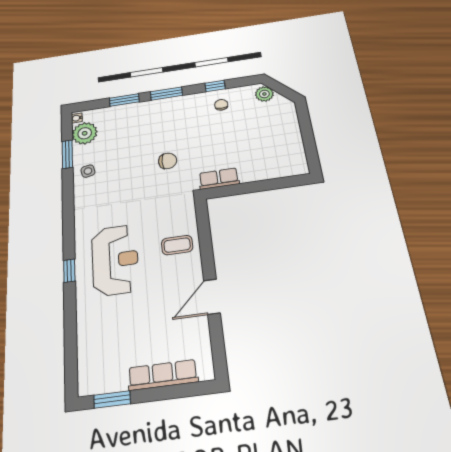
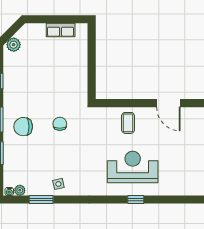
chair: (221, 105) -> (23, 127), moved, width x1.87, depth x1.87
plant: (85, 133) -> (20, 190), width x0.53, depth x0.53
row of seats: (219, 179) -> (61, 30), moved, turned -90

